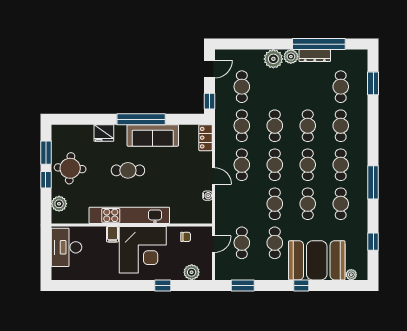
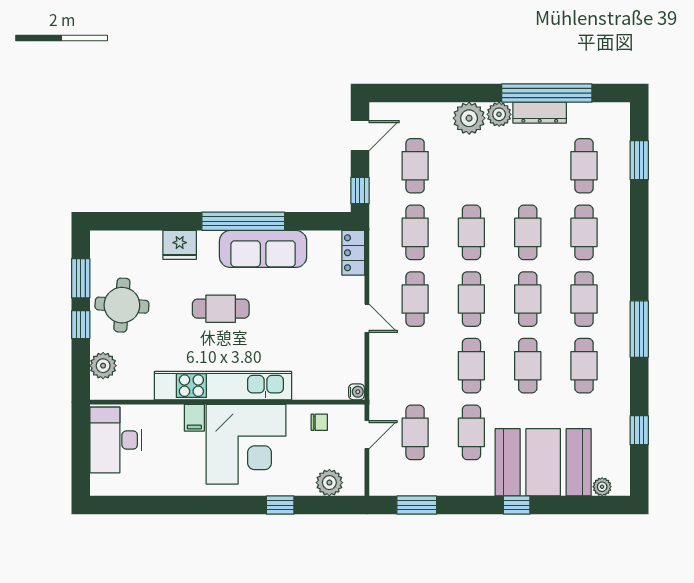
water cooler: (207, 196) -> (357, 392), moved

